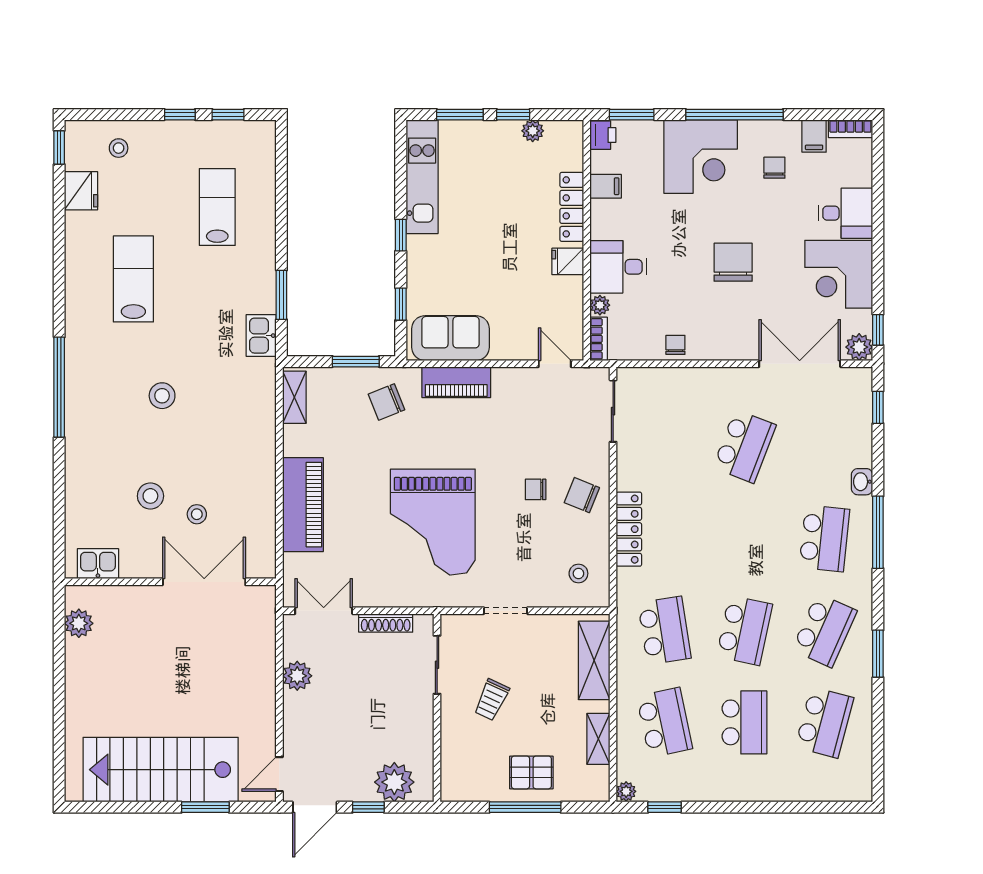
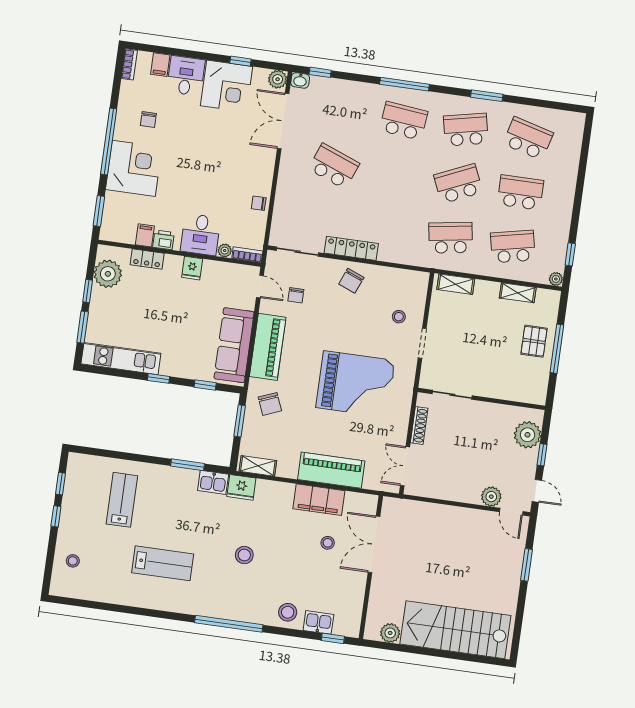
plant: (533, 131) -> (108, 274), width x1.87, depth x1.87
printer: (603, 135) -> (164, 240), moved
filing cabinet: (814, 136) -> (160, 65), moved, turned 90
window: (59, 148) -> (333, 638), moved
chair: (774, 168) -> (148, 119), turned -90
fridge: (81, 191) -> (241, 487), moved, turned 180
lab bench: (217, 207) -> (122, 500), turned 90
locker: (572, 207) -> (147, 259), width x0.66
chair: (733, 262) -> (208, 156), removed
lab bench: (133, 279) -> (163, 563), turned 180
window: (878, 330) -> (240, 61), moved
sofa: (451, 338) -> (234, 345), width x1.36
door: (555, 364) -> (260, 287), swing flipped
piano: (456, 382) -> (268, 347), width x1.37, depth x1.33
washbasin: (862, 482) -> (300, 80), moved
chair: (536, 489) -> (296, 295), moved
filing cabinet: (258, 493) -> (319, 500), added
stool: (150, 496) -> (288, 612), moved
locker: (629, 529) -> (351, 248), moved
kitchen sink: (98, 564) -> (318, 622), moved, turned 90
stool: (578, 573) -> (399, 317), moved
school desk: (744, 630) -> (458, 184), turned -36
school desk: (824, 630) -> (466, 130), turned -36
shelving: (594, 660) -> (456, 284), width x0.67, depth x0.75
plant: (297, 676) -> (491, 497), moved
trolley: (492, 700) -> (481, 361), removed
stairs: (161, 770) -> (455, 630), moved, turned 90
door: (315, 807) -> (537, 491), width x0.73

